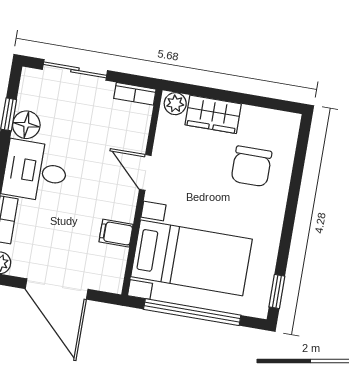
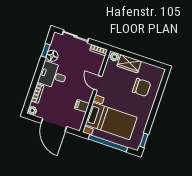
chair: (251, 166) -> (142, 87), turned -90

